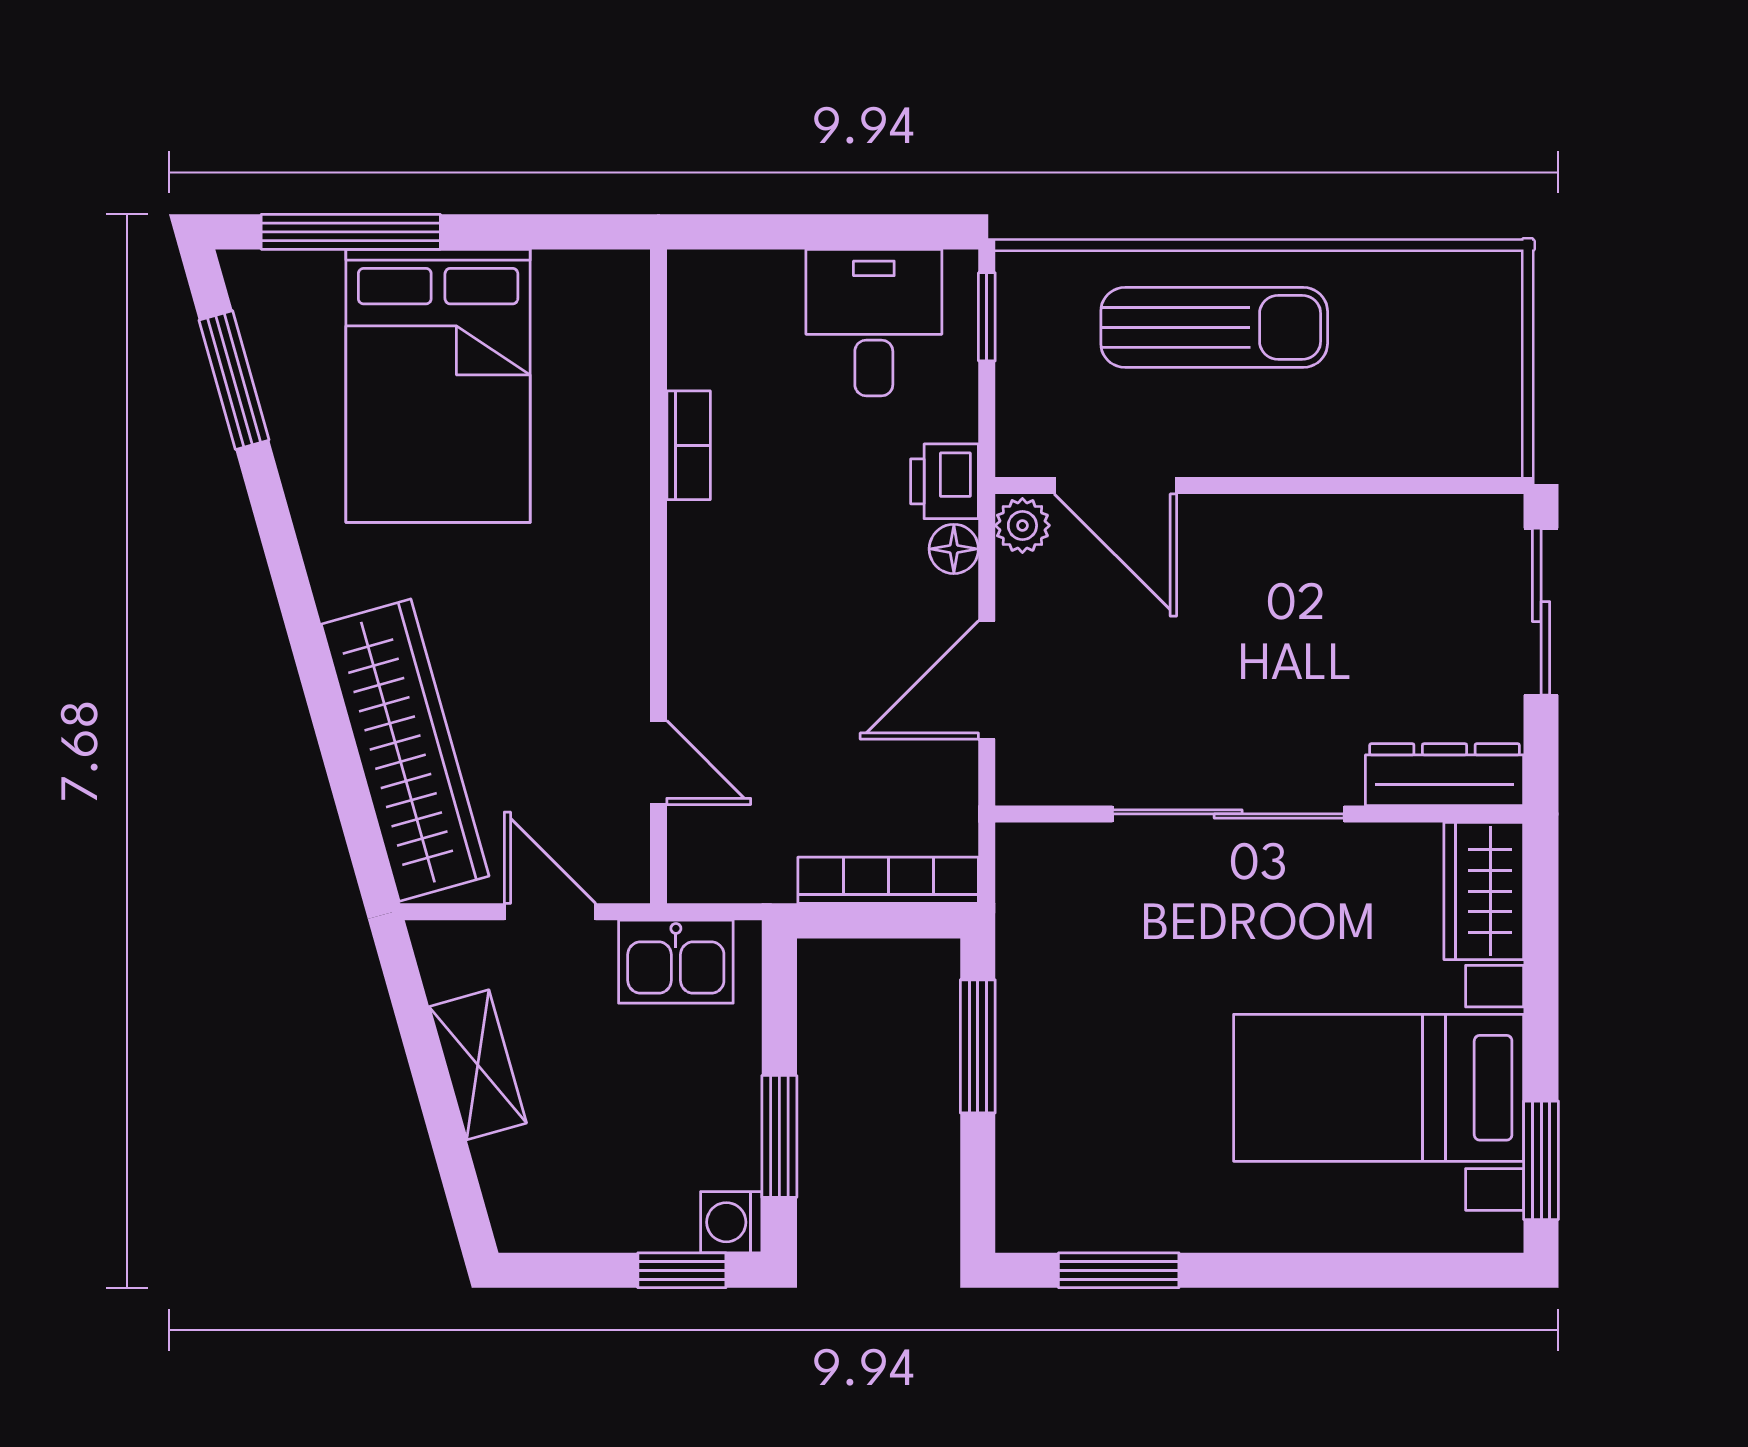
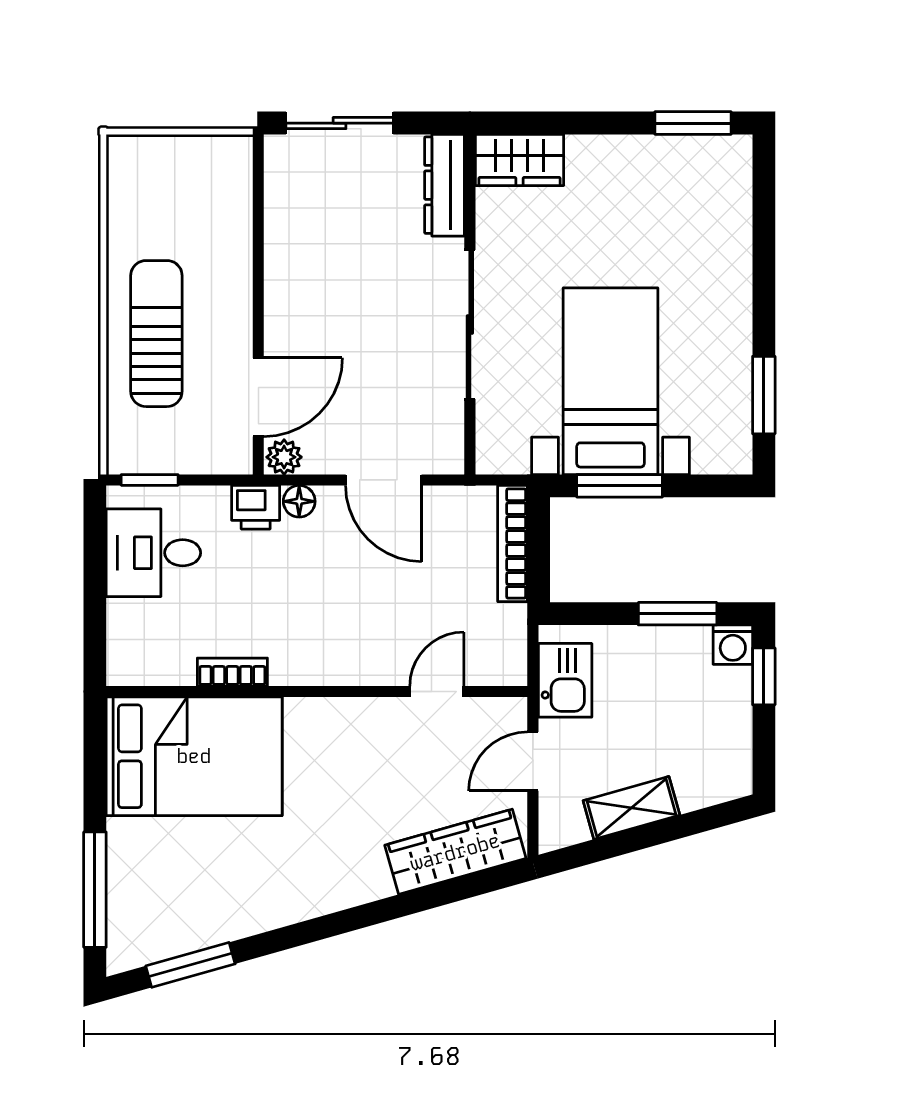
bed: (438, 386) -> (194, 756), moved
wardrobe: (405, 750) -> (455, 852), width x0.71, depth x0.85
bed with nightstands: (1379, 1088) -> (611, 381), moved, turned 180

